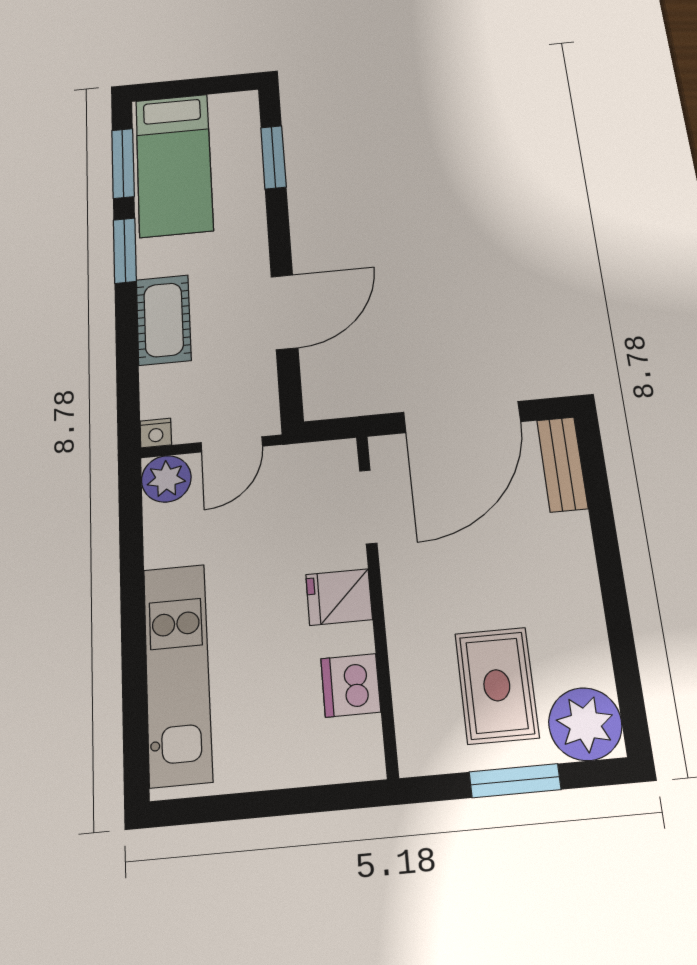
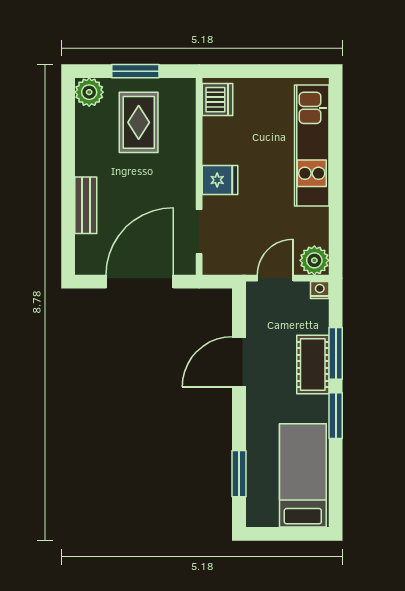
window: (123, 163) -> (336, 353), moved
bench: (562, 464) -> (86, 205), moved
dishwasher: (351, 685) -> (218, 100), moved
plant: (585, 724) -> (89, 92), width x0.73, depth x0.73

